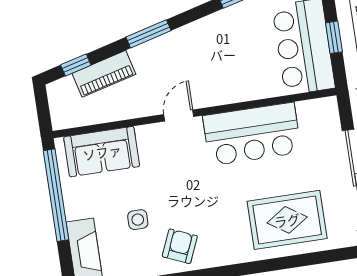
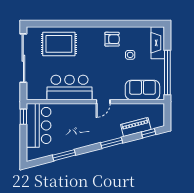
window: (334, 37) -> (23, 117), moved
armchair: (180, 246) -> (112, 39), turned -113

